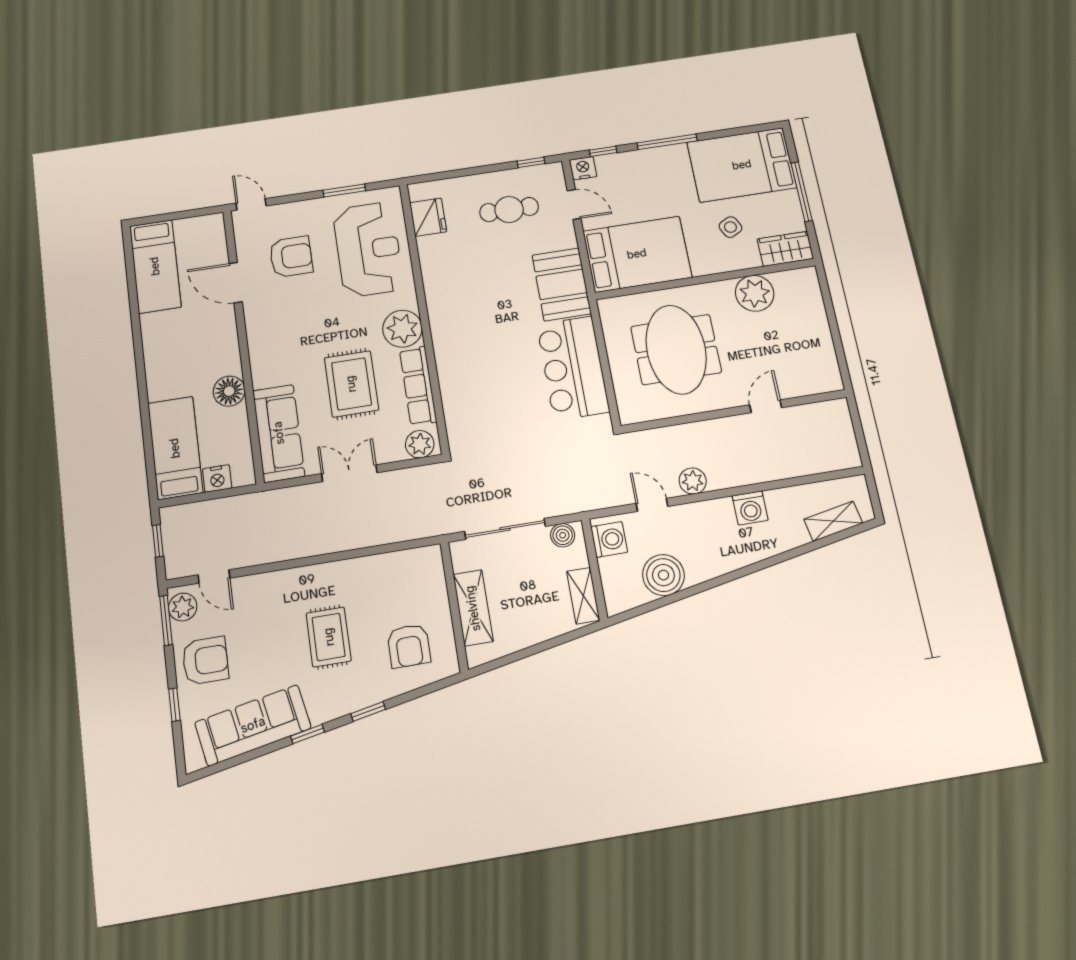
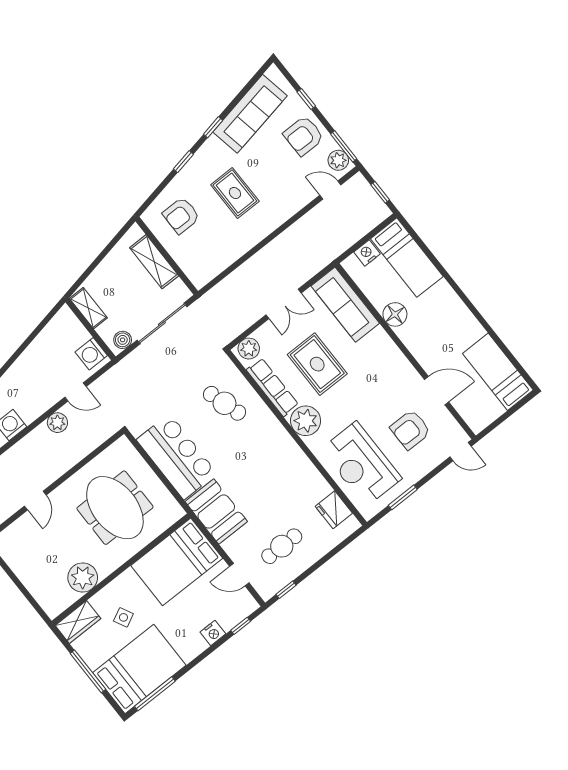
window: (667, 142) -> (155, 694), moved
nightstand: (583, 168) -> (213, 633), moved
cafe table: (484, 398) -> (224, 403), added
boiler: (663, 575) -> (44, 350), removed
armchair: (409, 646) -> (181, 215), turned -90

